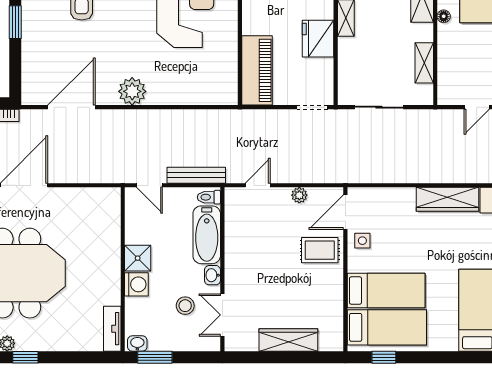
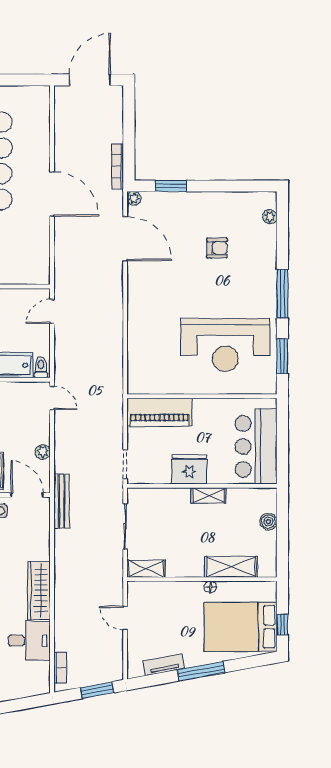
window: (15, 22) -> (171, 186), moved
shelving: (424, 63) -> (146, 569), moved
plant: (132, 91) -> (134, 198), moved, width x0.53, depth x0.53
bench: (196, 175) -> (61, 501), moved
door: (258, 185) -> (52, 398), moved

